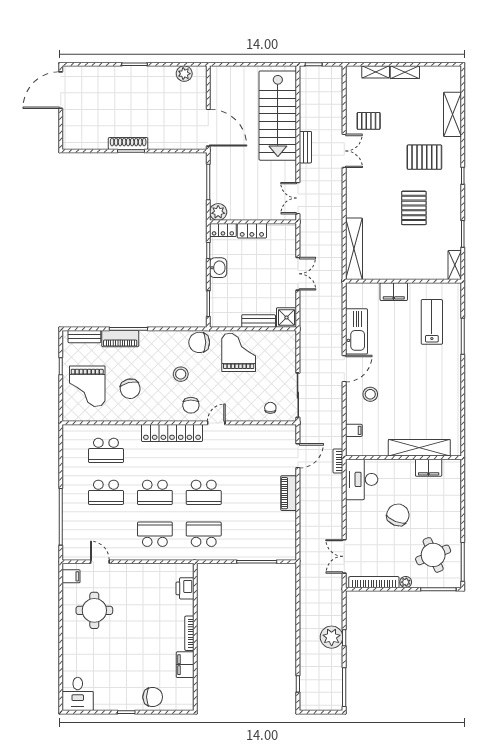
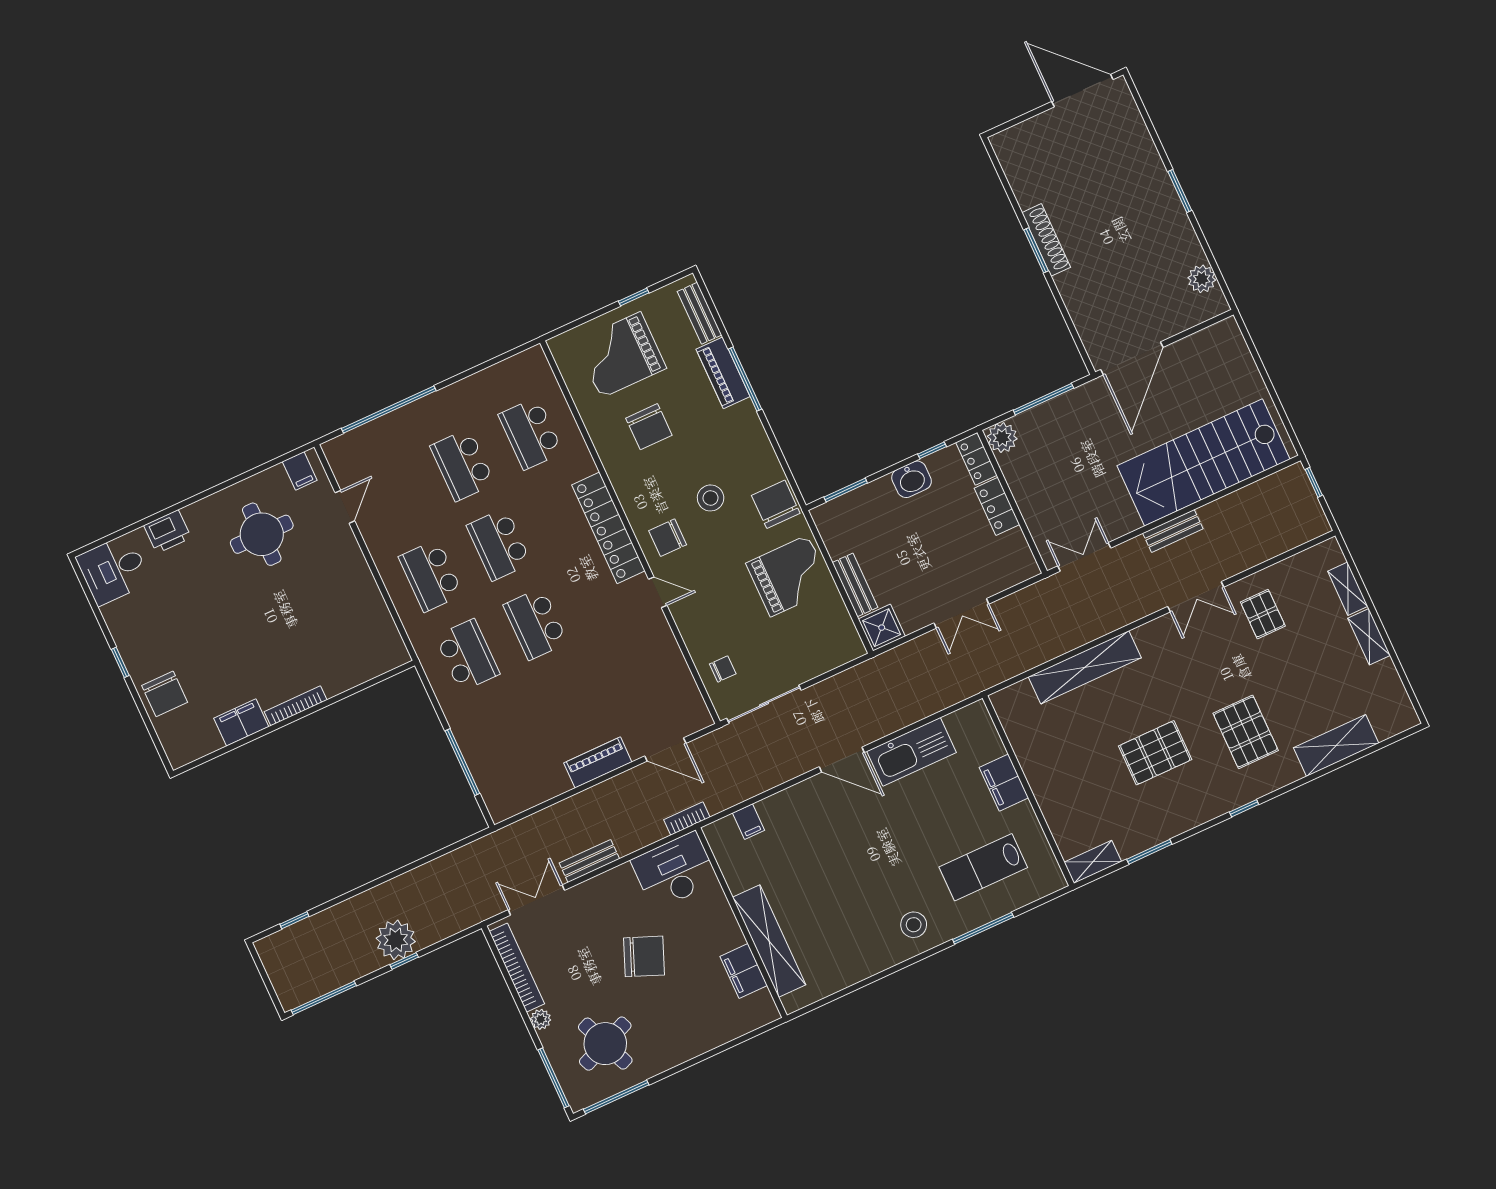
shelving: (354, 249) -> (1085, 667), moved
lab bench: (432, 322) -> (983, 867), turned 180
chair: (130, 389) -> (649, 427), turned -77
stool: (370, 394) -> (914, 925), moved
bench: (337, 520) -> (589, 861), added
school desk: (155, 534) -> (431, 576), turned 180
printer: (185, 588) -> (167, 532), moved, turned 180

